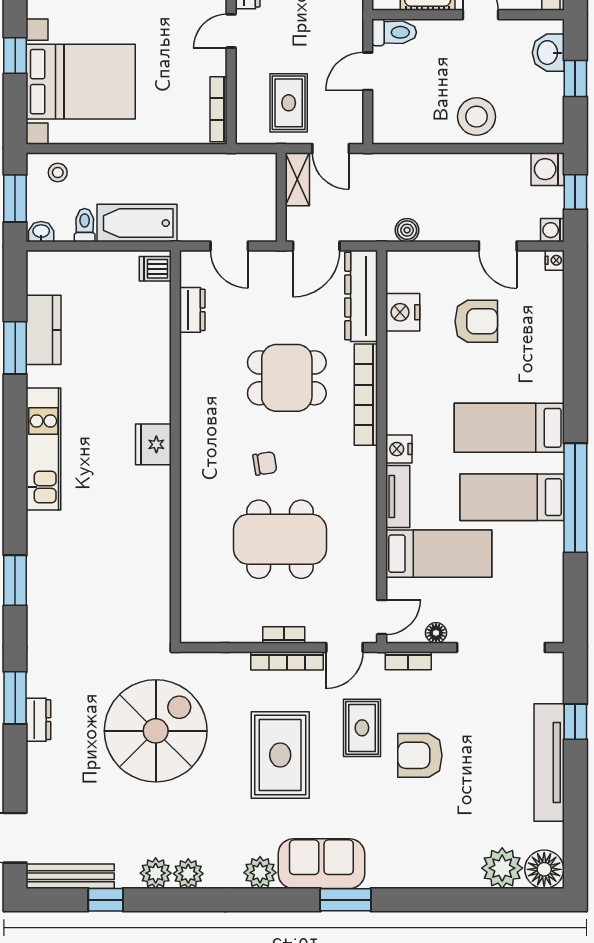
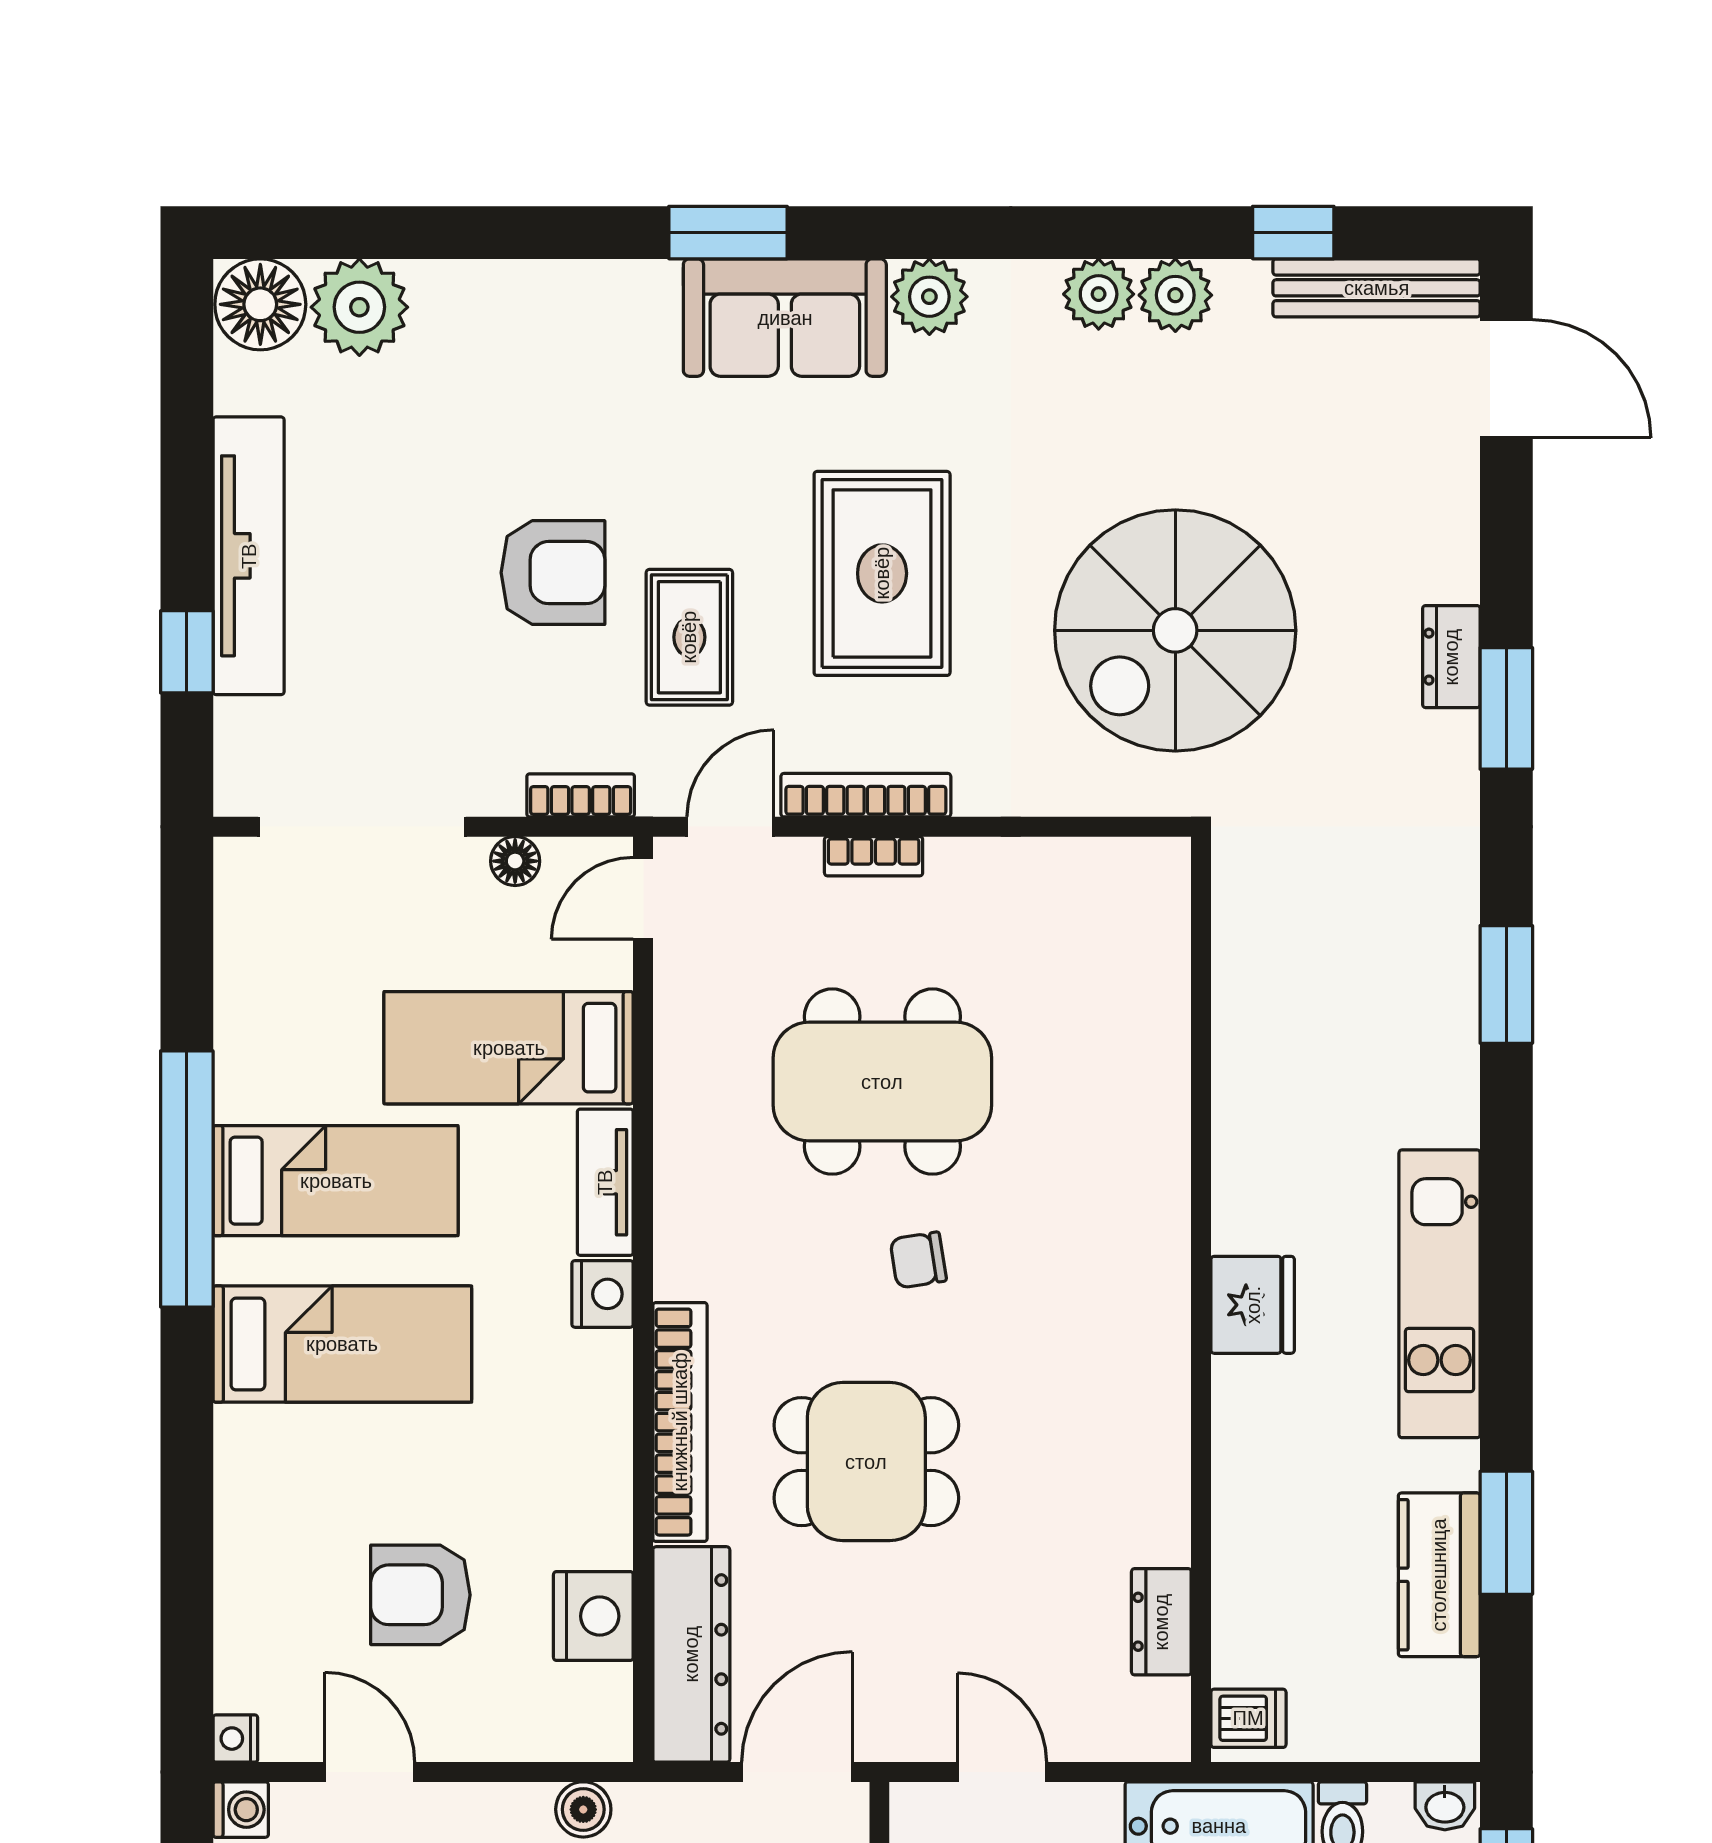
dishwasher: (155, 269) -> (1248, 1718), moved
dresser: (192, 310) -> (1161, 1622), moved
fridge: (153, 444) -> (1253, 1305), moved
wall: (175, 447) -> (1201, 1299), moved

